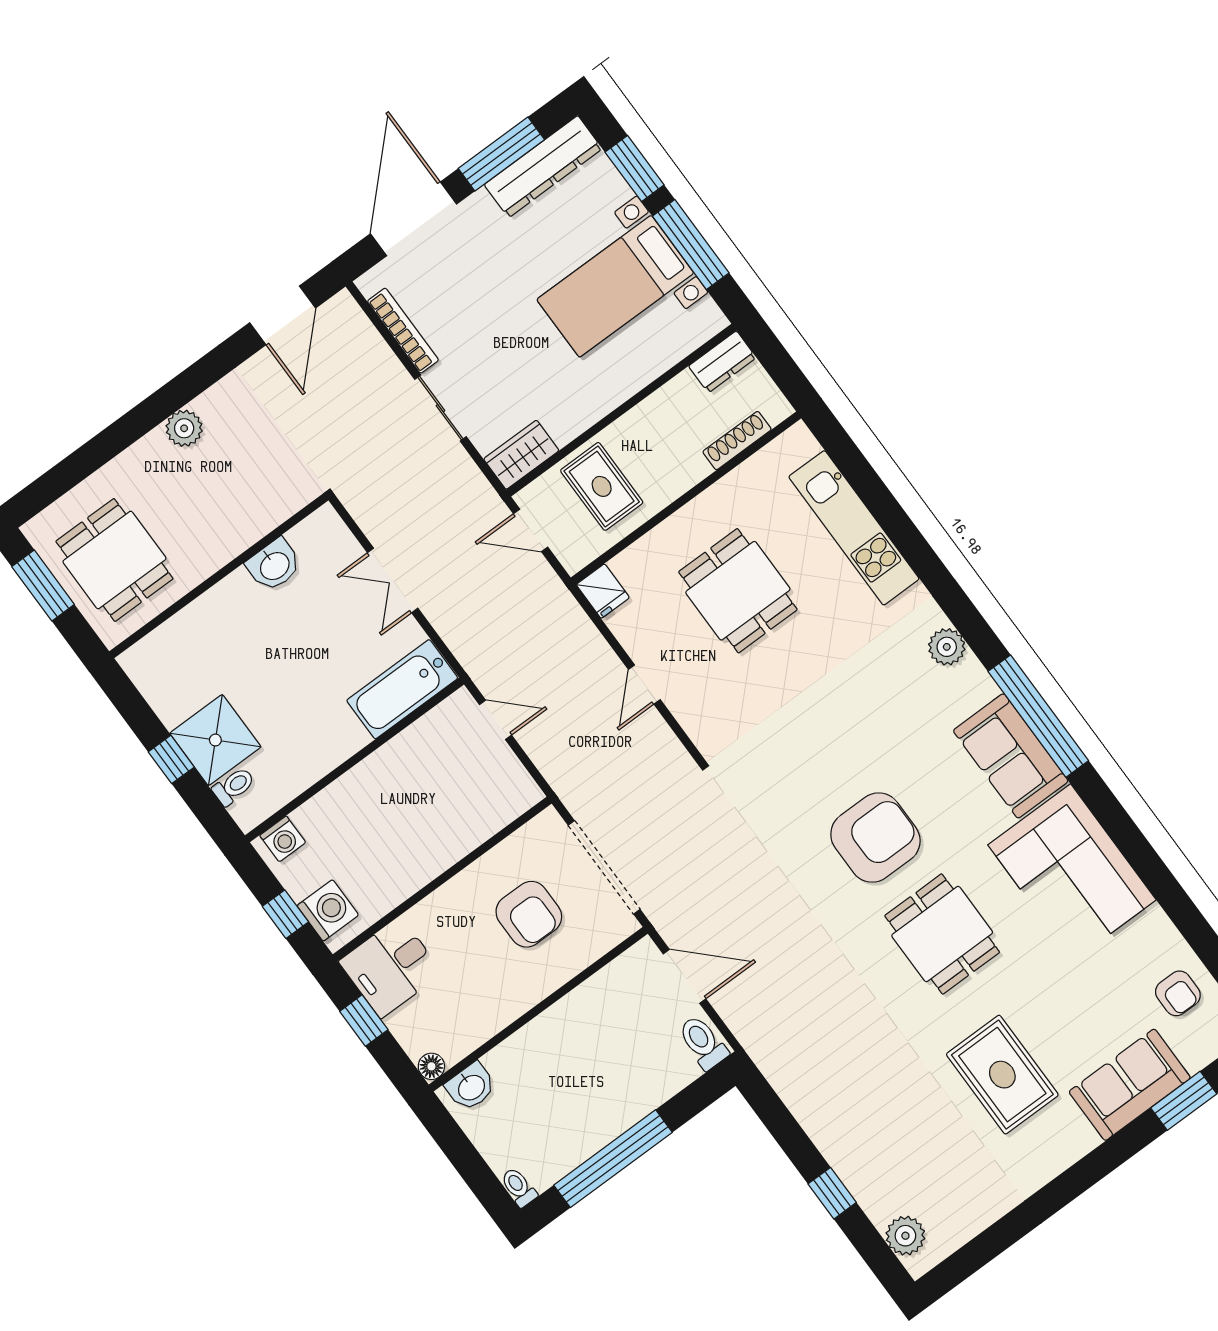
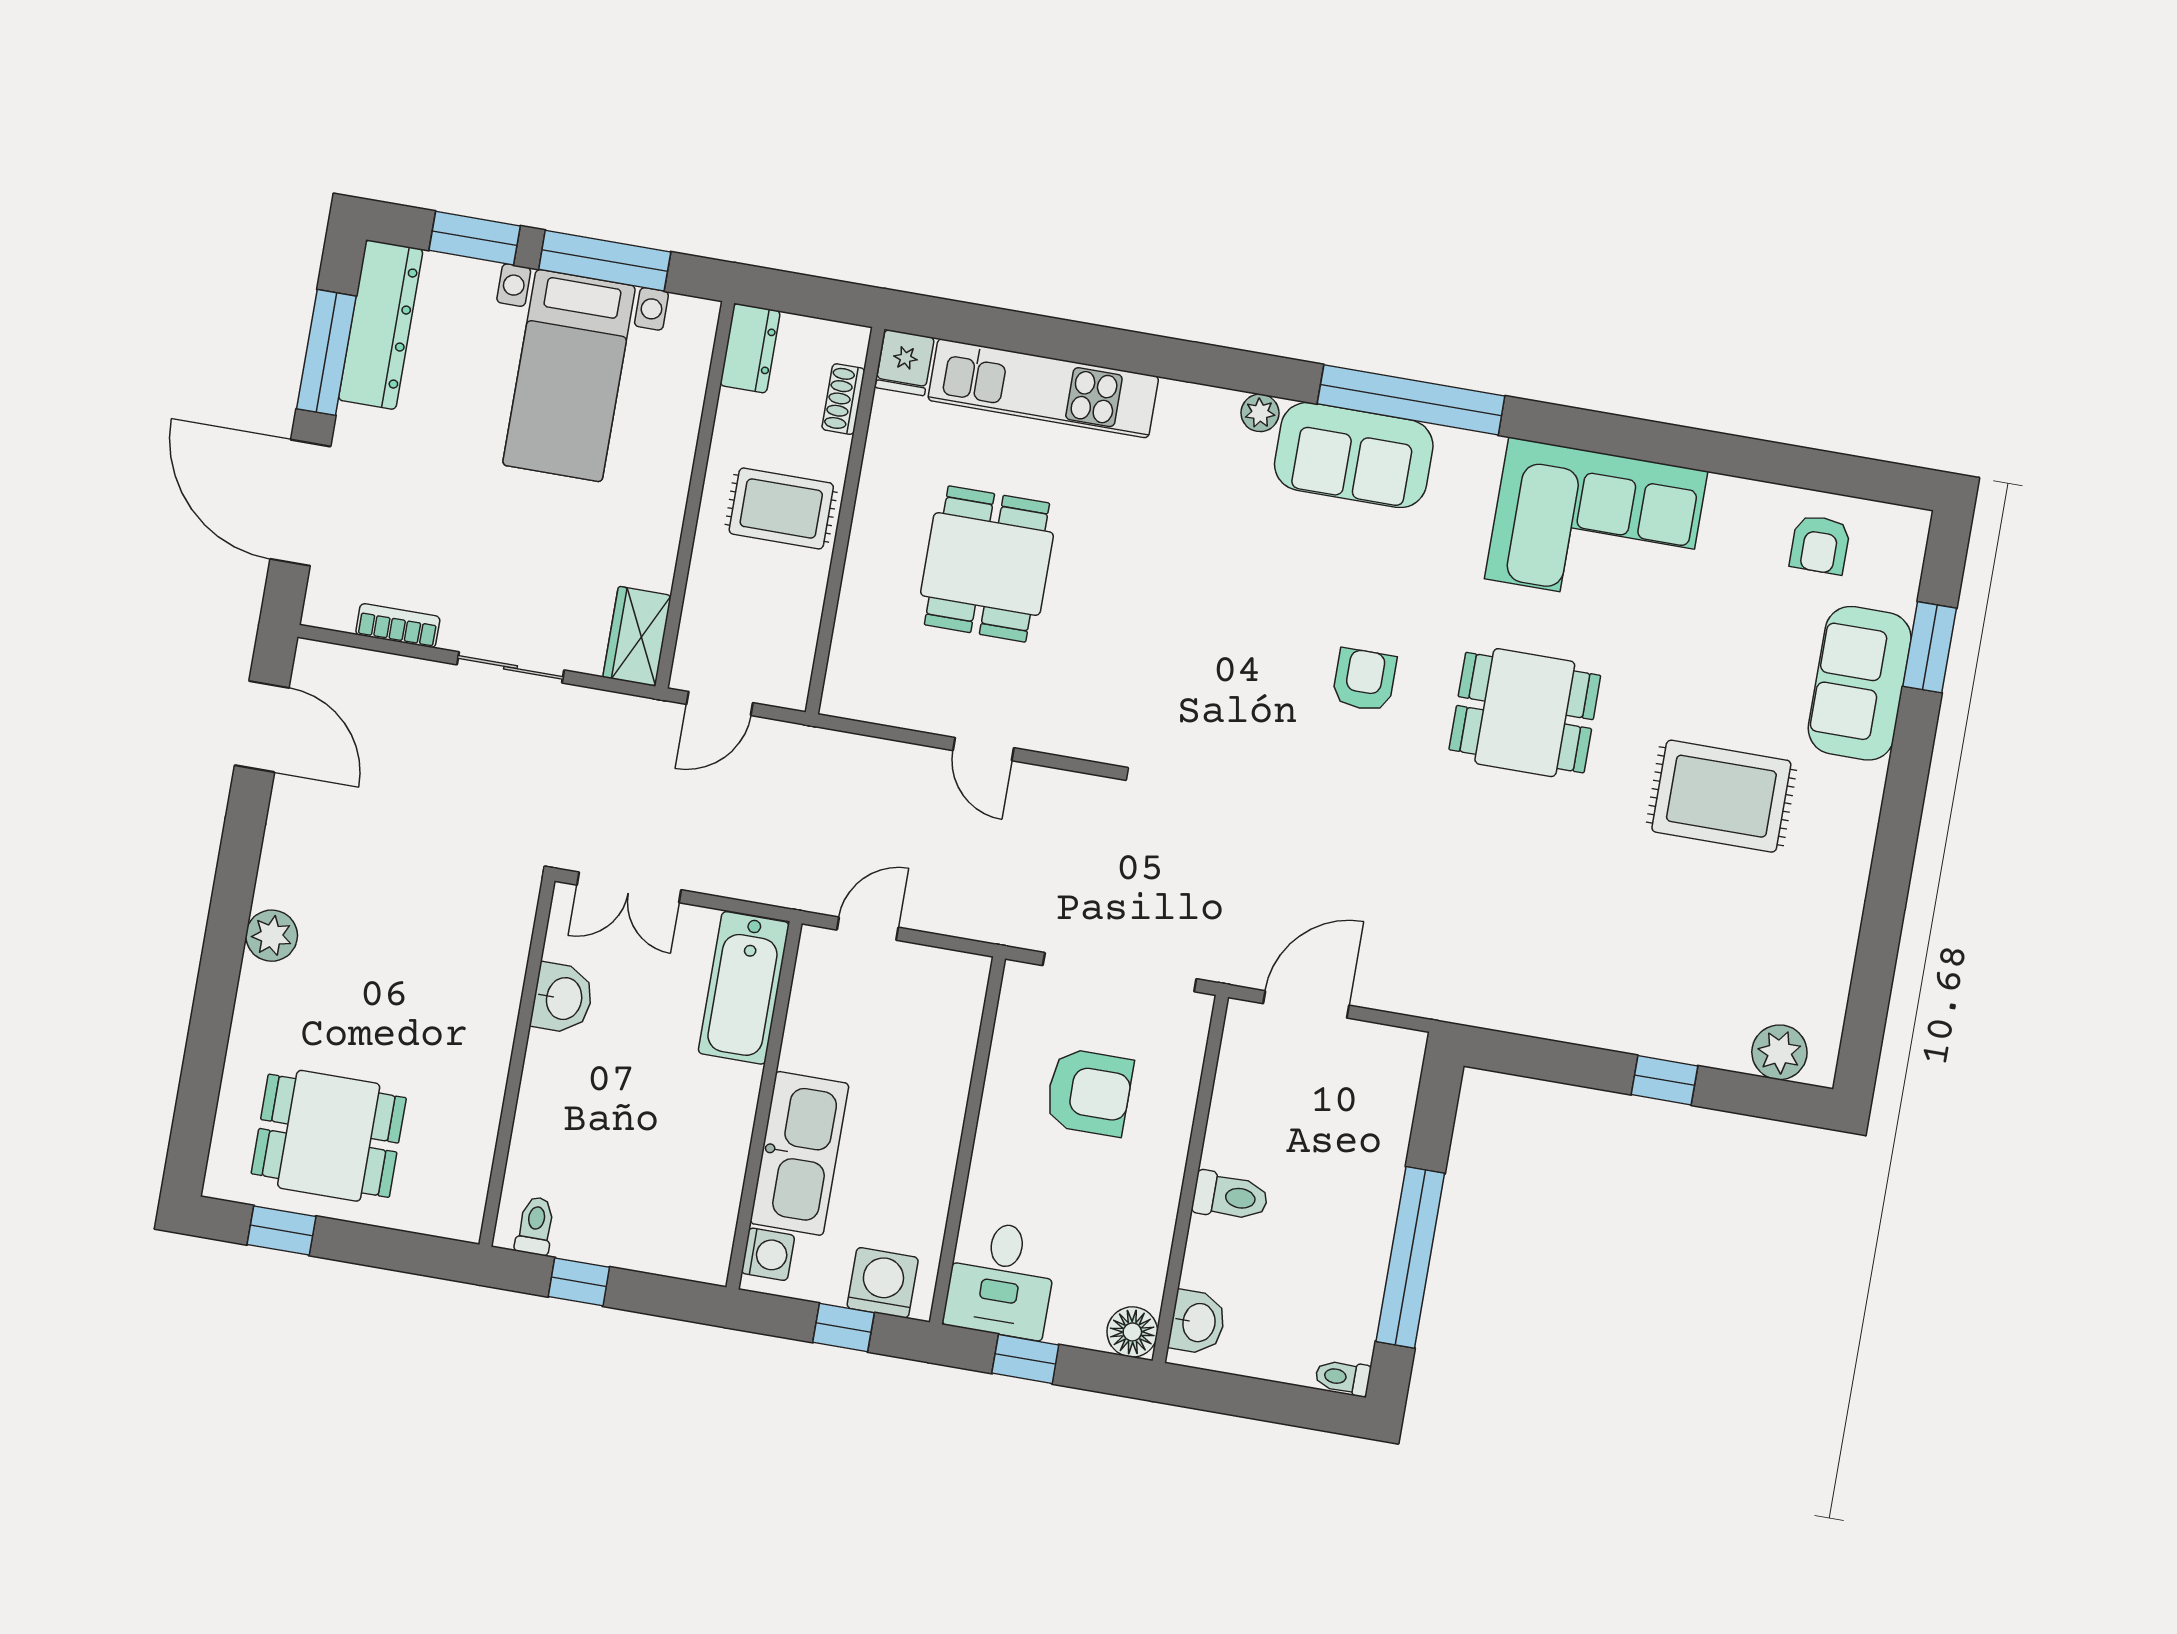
bookcase: (403, 331) -> (398, 626), width x0.64
shoe rack: (737, 441) -> (843, 399), width x0.70
rug: (602, 486) -> (781, 508), moved
washbasin: (274, 565) -> (562, 998), moved
wall: (219, 576) -> (517, 1063), moved
window: (43, 586) -> (281, 1230), width x0.67
fridge: (603, 591) -> (905, 363), moved, turned 90
dining table: (738, 591) -> (987, 564), turned 90
plant: (947, 647) -> (1260, 413), width x0.73, depth x0.73
shower: (215, 740) -> (605, 1220), removed
sofa: (1011, 756) -> (1354, 455), moved
toilet: (234, 786) -> (535, 1226), moved
kitchen sink: (349, 802) -> (799, 1153), added
armchair: (875, 838) -> (1364, 680), width x0.53, depth x0.53
armchair: (1178, 993) -> (1820, 545), turned 90
toilet: (703, 1043) -> (1230, 1196), moved, turned 180
floor lamp: (431, 1066) -> (1132, 1332), width x1.37, depth x1.37

